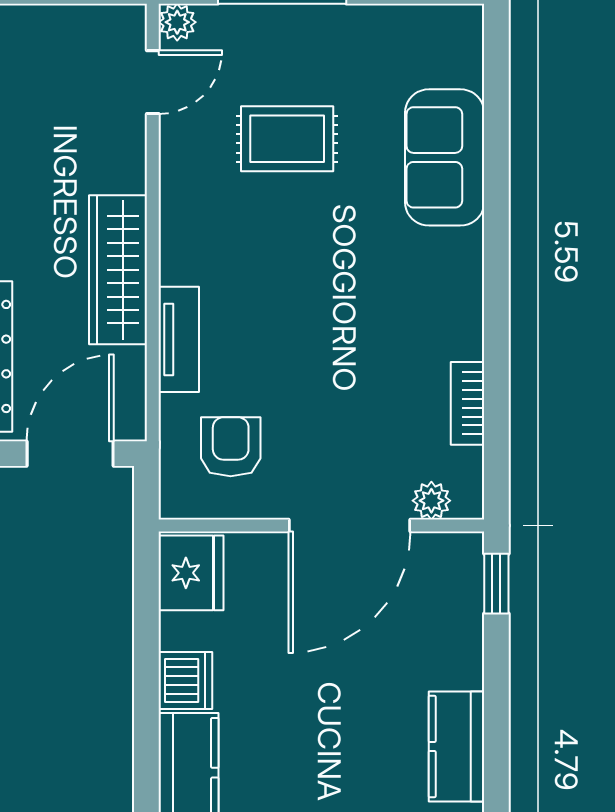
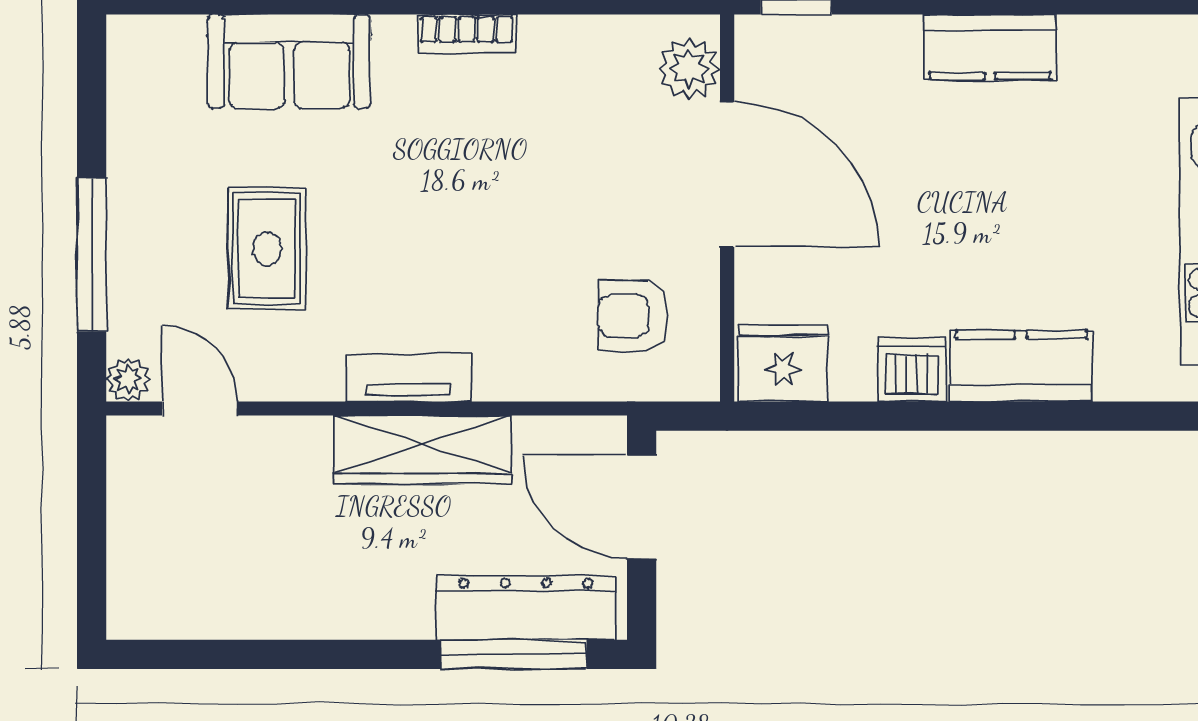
tv unit: (179, 339) -> (408, 378), moved
bookcase: (468, 403) -> (467, 34), moved
plant: (431, 501) -> (689, 69), width x1.38, depth x1.38

